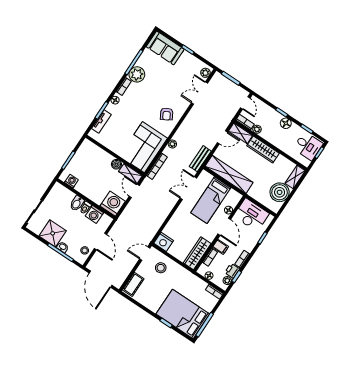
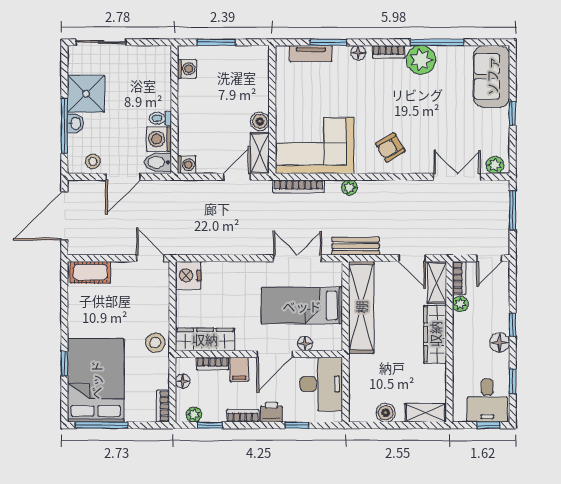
boiler: (280, 192) -> (386, 413), width x0.54, depth x0.54
bidet: (77, 203) -> (158, 162), moved
washing machine: (113, 204) -> (187, 165), width x0.53, depth x0.53
stool: (161, 268) -> (155, 343), moved
printer: (232, 271) -> (271, 412), moved

